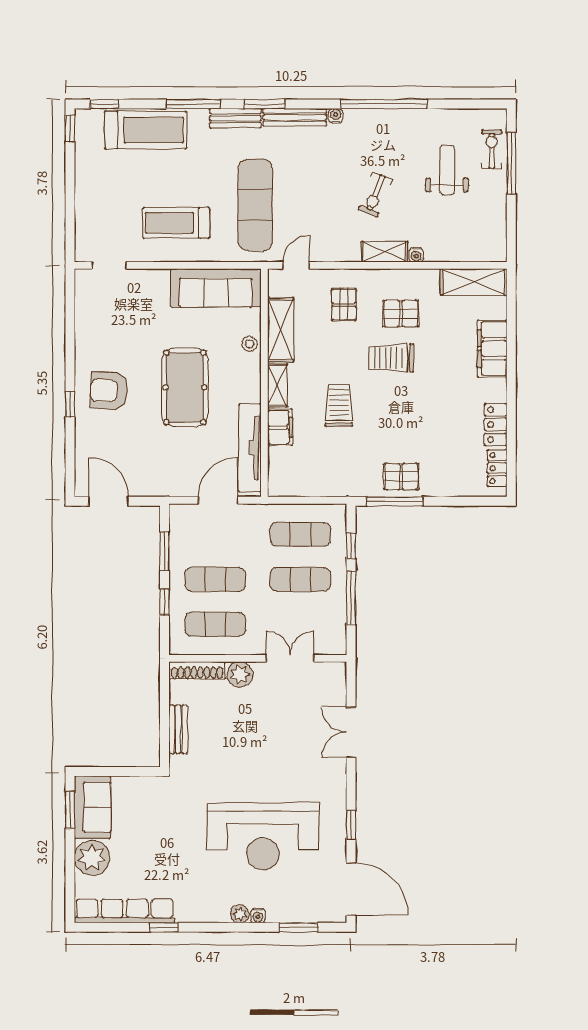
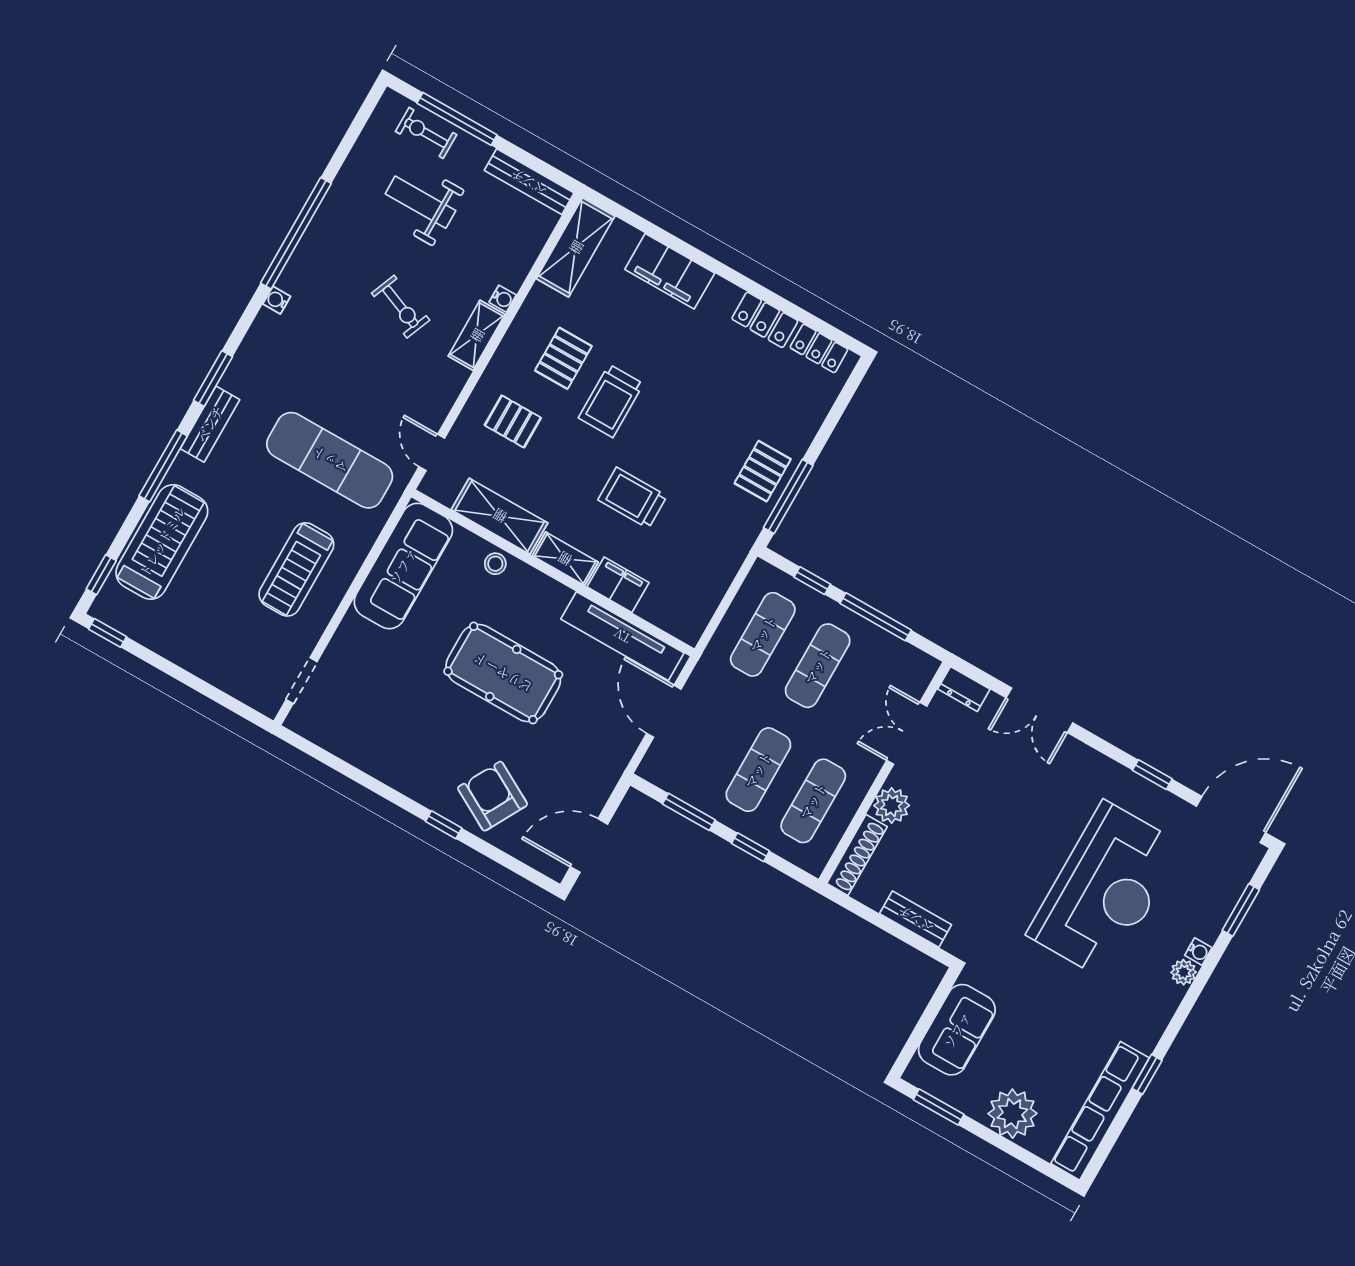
bench: (295, 117) -> (529, 182), moved, turned 90
armchair: (109, 391) -> (493, 796), moved, turned 116
dresser: (337, 678) -> (964, 689), added
sofa: (93, 807) -> (957, 1030), moved, turned 90

